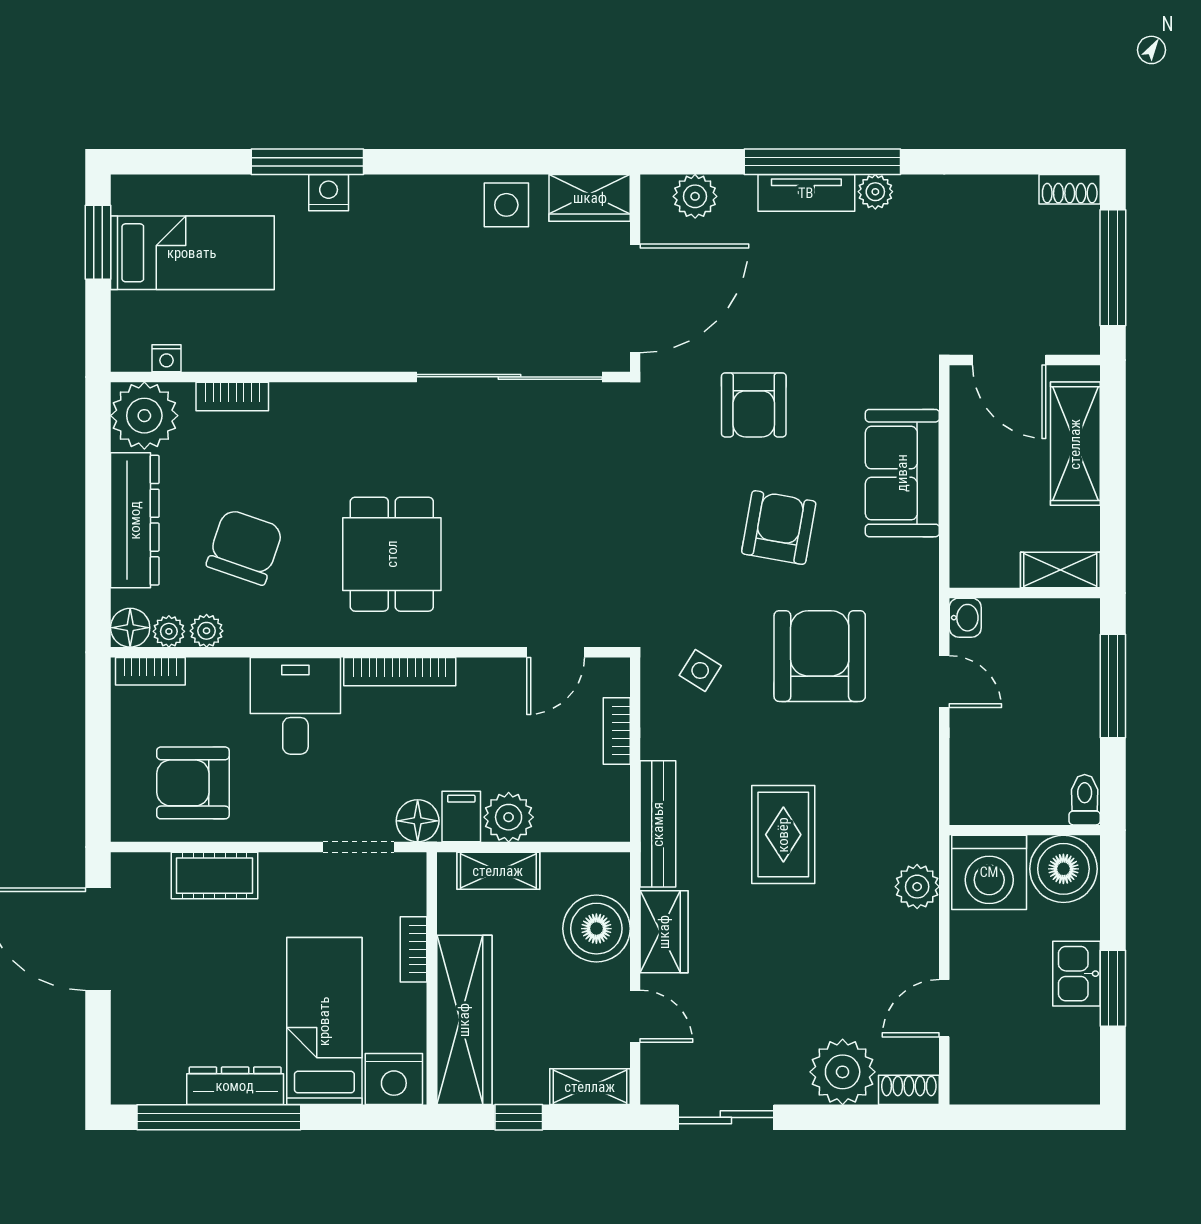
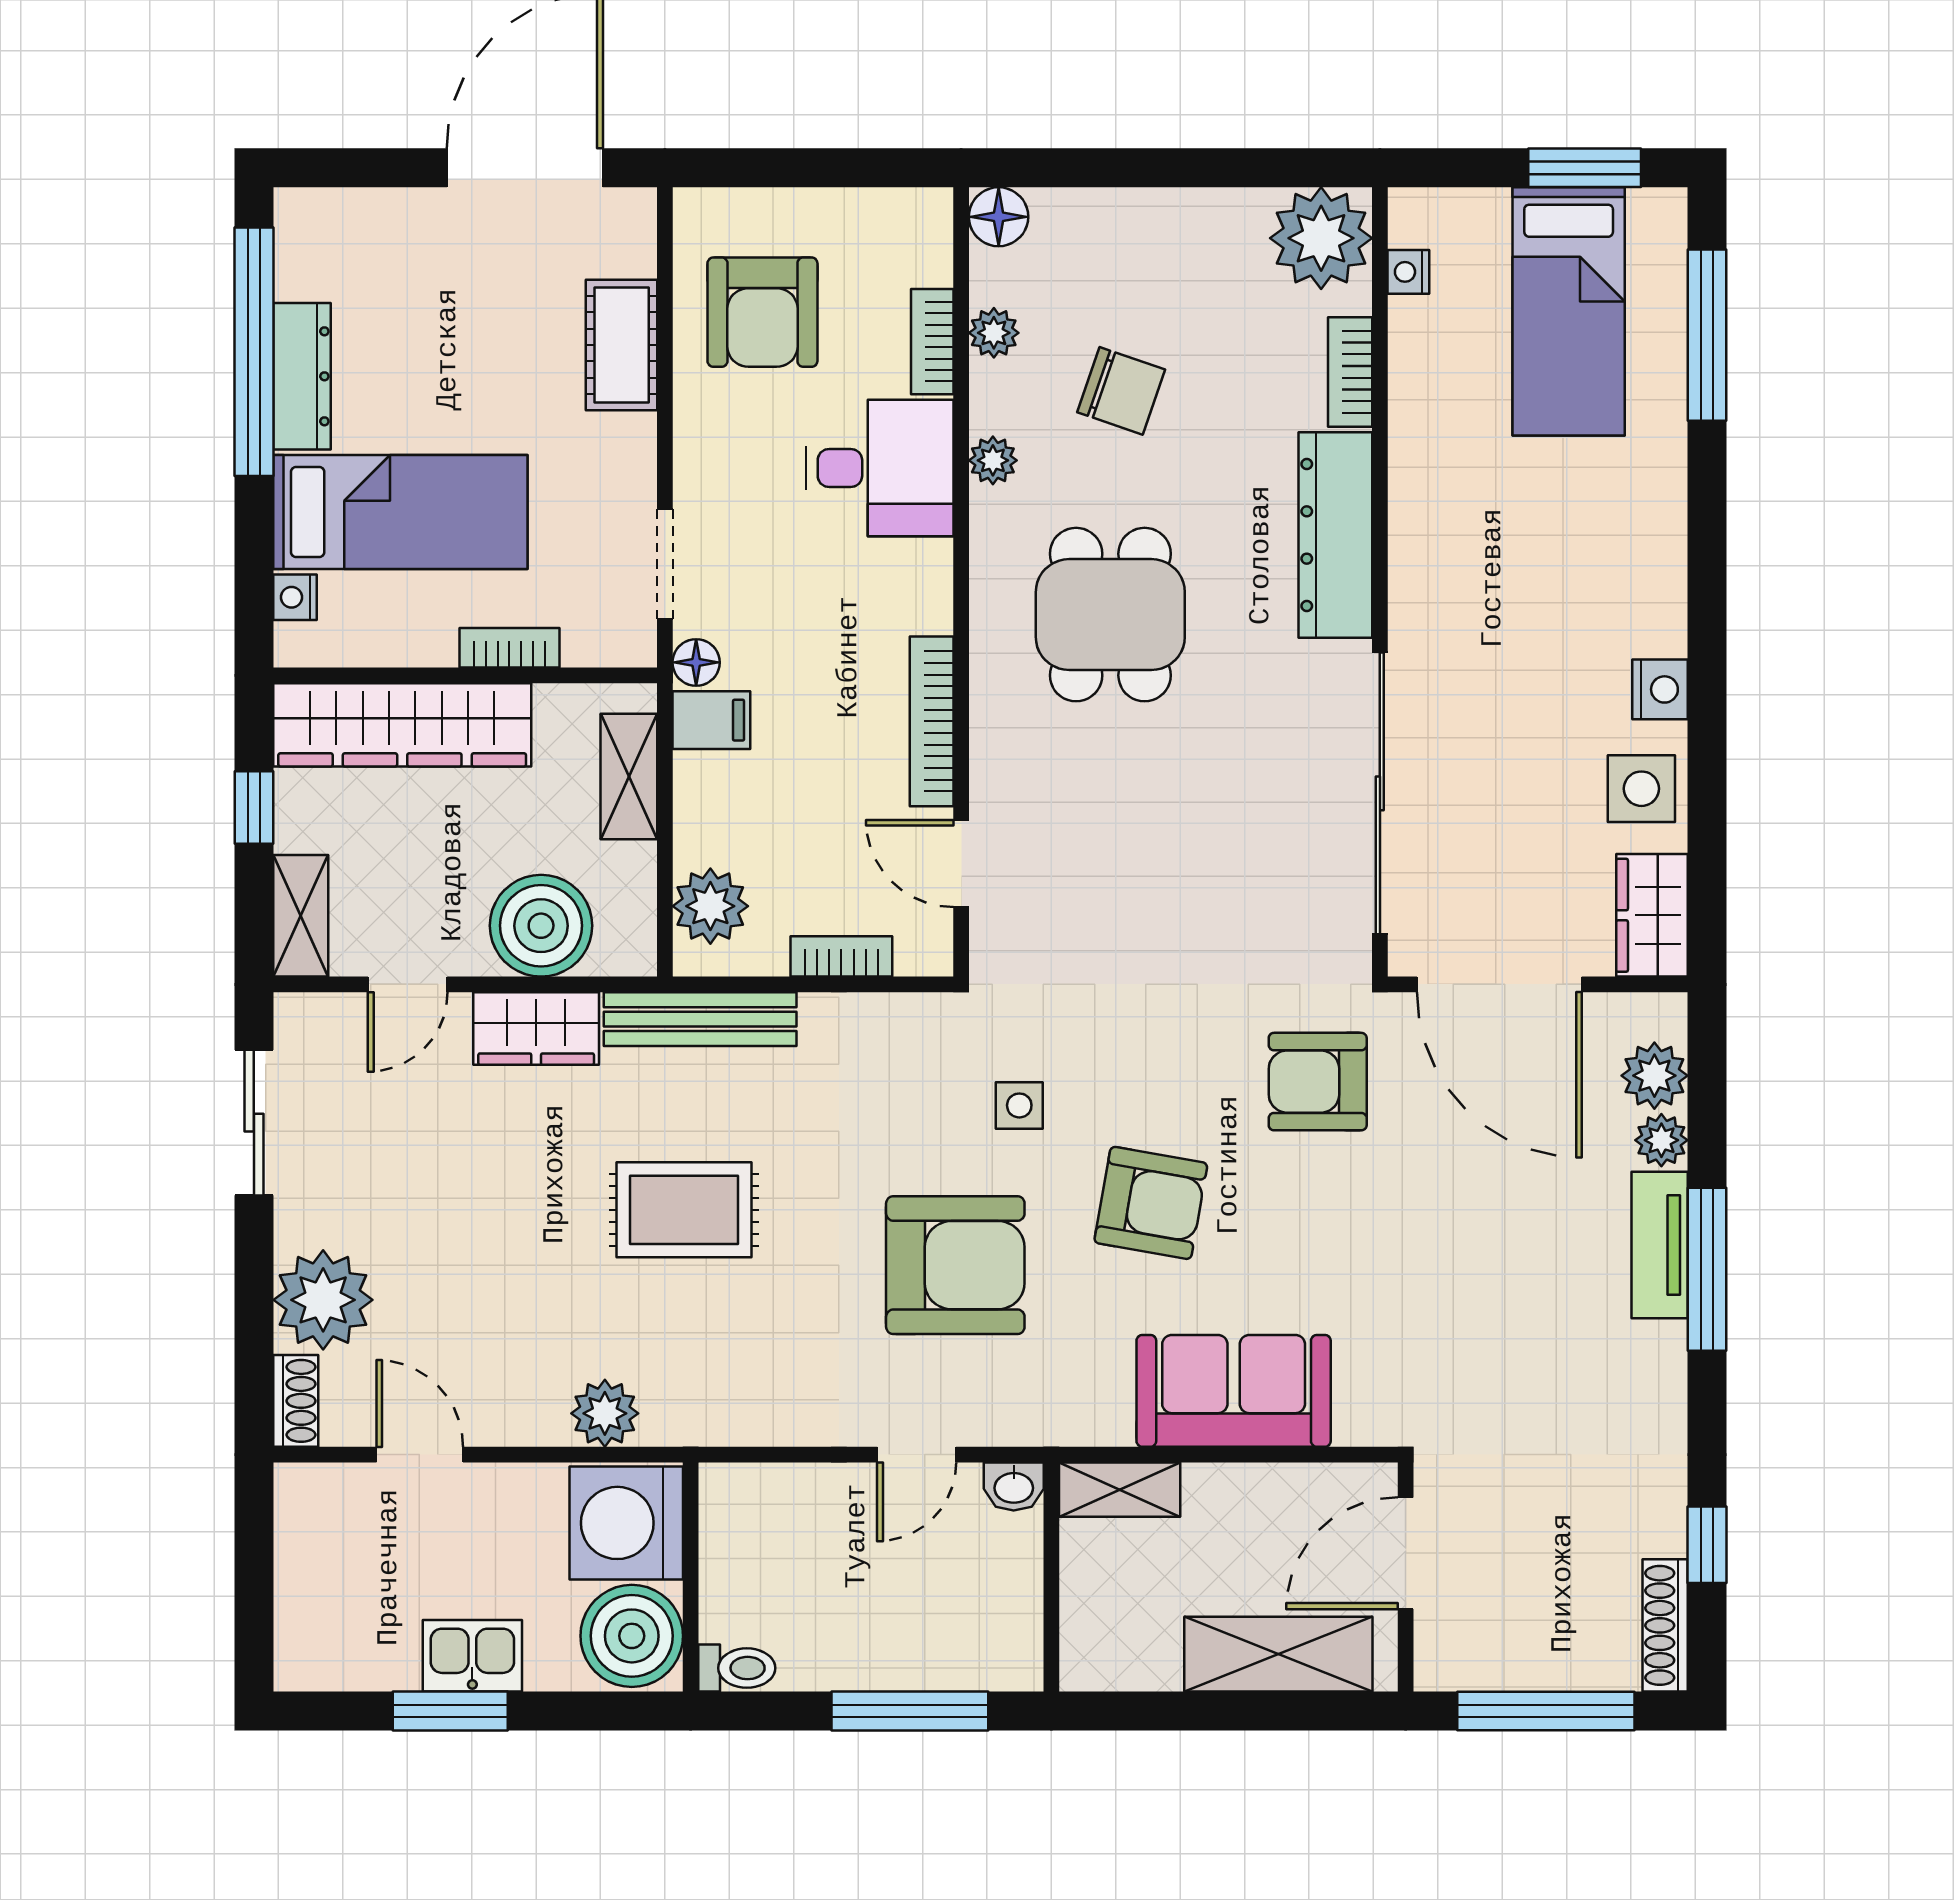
window: (307, 162) -> (1707, 335), moved
window: (822, 162) -> (1707, 1269), width x0.68
window: (1004, 162) -> (1707, 1545), added
shoe rack: (1070, 189) -> (1665, 1625), width x1.43
plant: (875, 192) -> (1661, 1140), moved
nightstand: (329, 193) -> (1660, 689), moved
armchair: (754, 405) -> (1318, 1082), moved
dresser: (135, 520) -> (1335, 535), moved, turned 90
chair: (245, 547) -> (1121, 391), width x0.73, depth x0.73
dining table: (392, 554) -> (1110, 615), turned 90
shelving: (1060, 570) -> (1120, 1490), moved, turned 90
plant: (169, 631) -> (993, 460), moved
side table: (700, 670) -> (1019, 1105), moved, turned -32
bookcase: (150, 671) -> (932, 342), moved
bookcase: (400, 672) -> (932, 721), moved
armchair: (193, 783) -> (762, 312), turned 180
plant: (509, 817) -> (710, 906), moved
floor lamp: (418, 821) -> (696, 662), width x0.73, depth x0.73
nightstand: (394, 1079) -> (295, 597), width x0.53, depth x0.56

